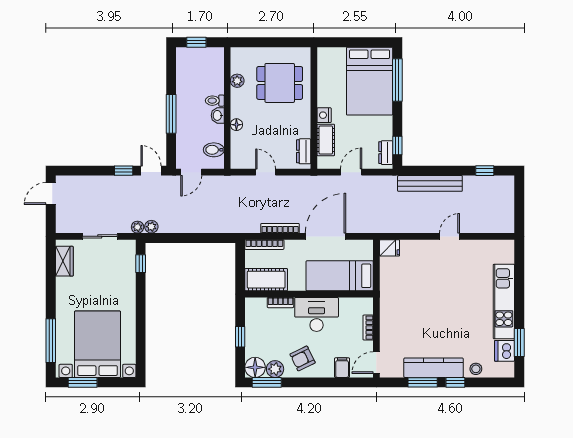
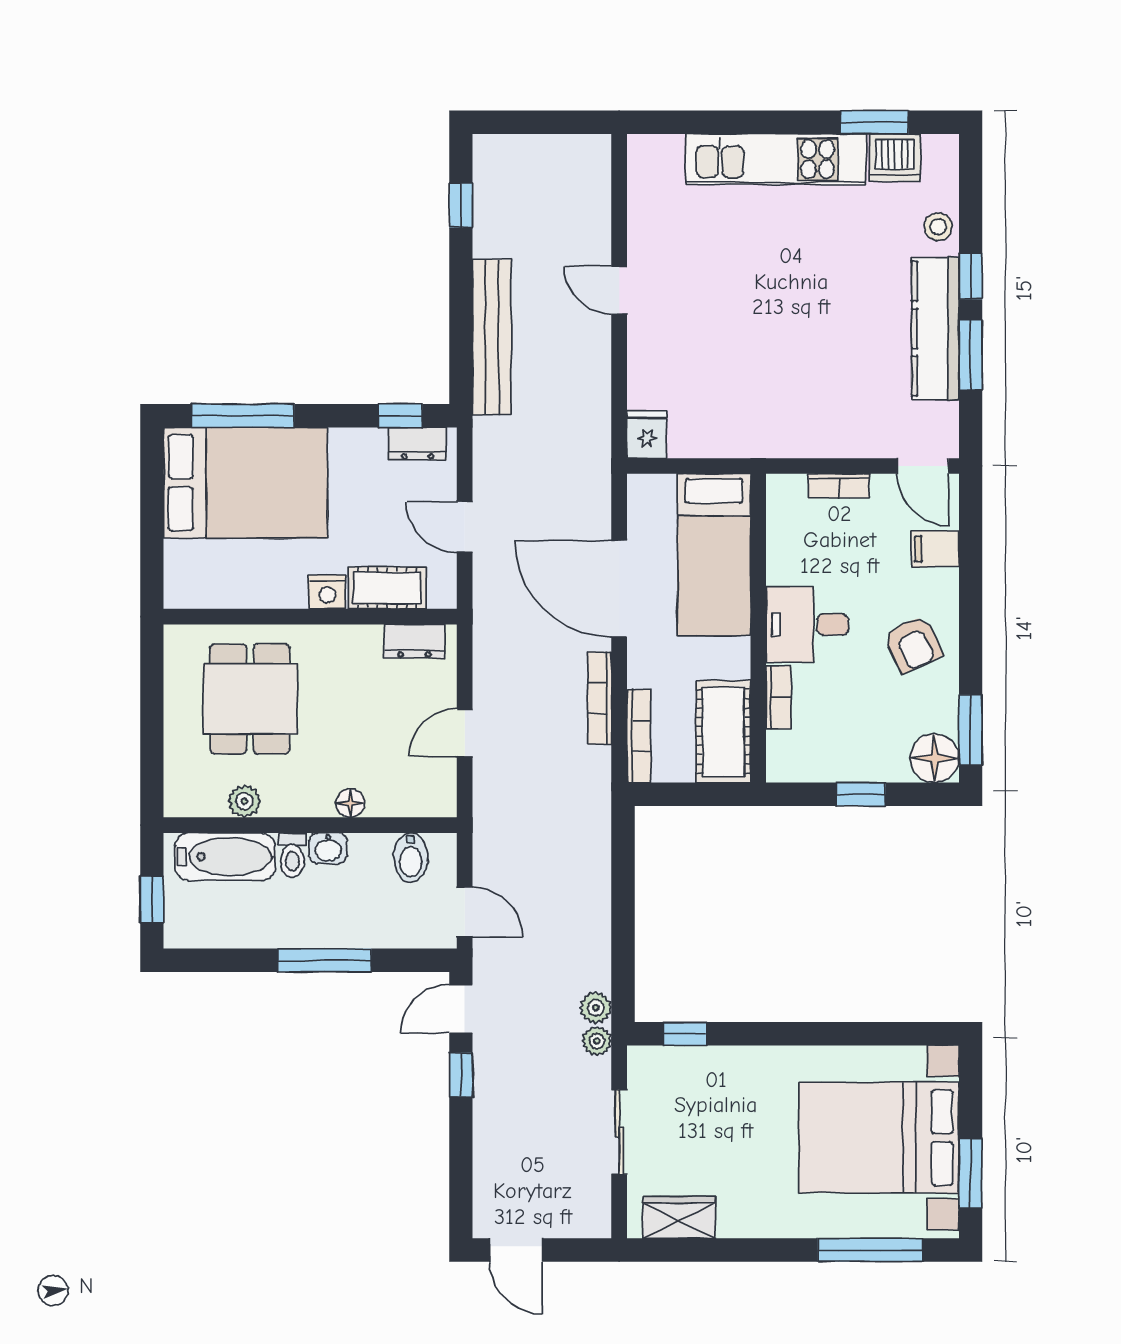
bathtub: (214, 73) -> (225, 857), added
desk: (317, 314) -> (807, 624), width x0.73
plant: (275, 369) -> (939, 710), removed

